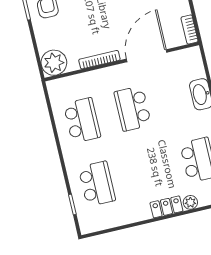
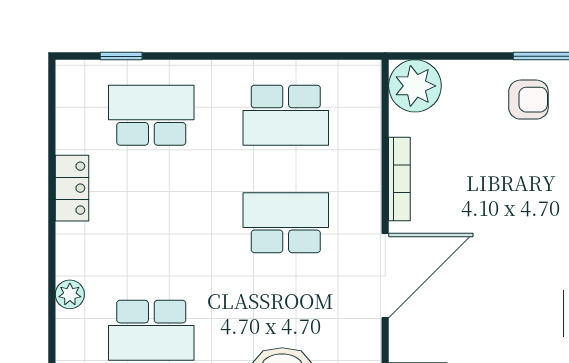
door: (147, 56) -> (385, 276), hinge flipped
school desk: (97, 184) -> (151, 115), turned 180
locker: (166, 207) -> (72, 188), moved

